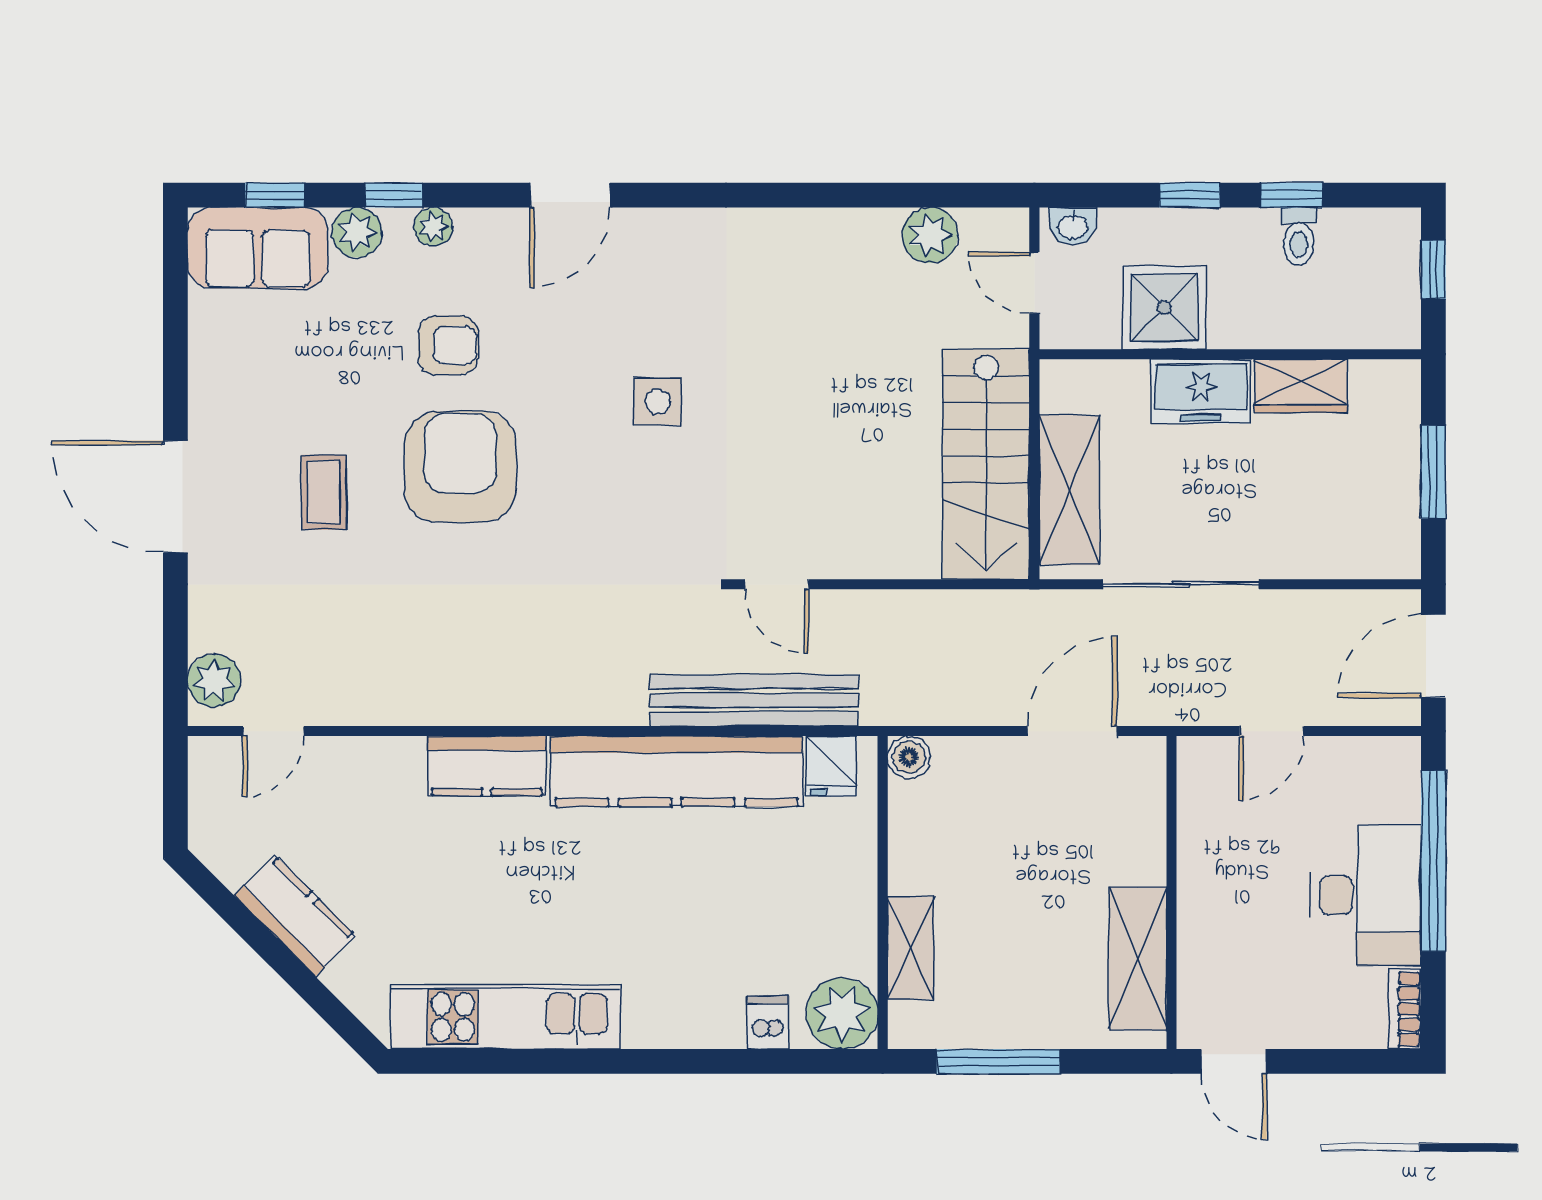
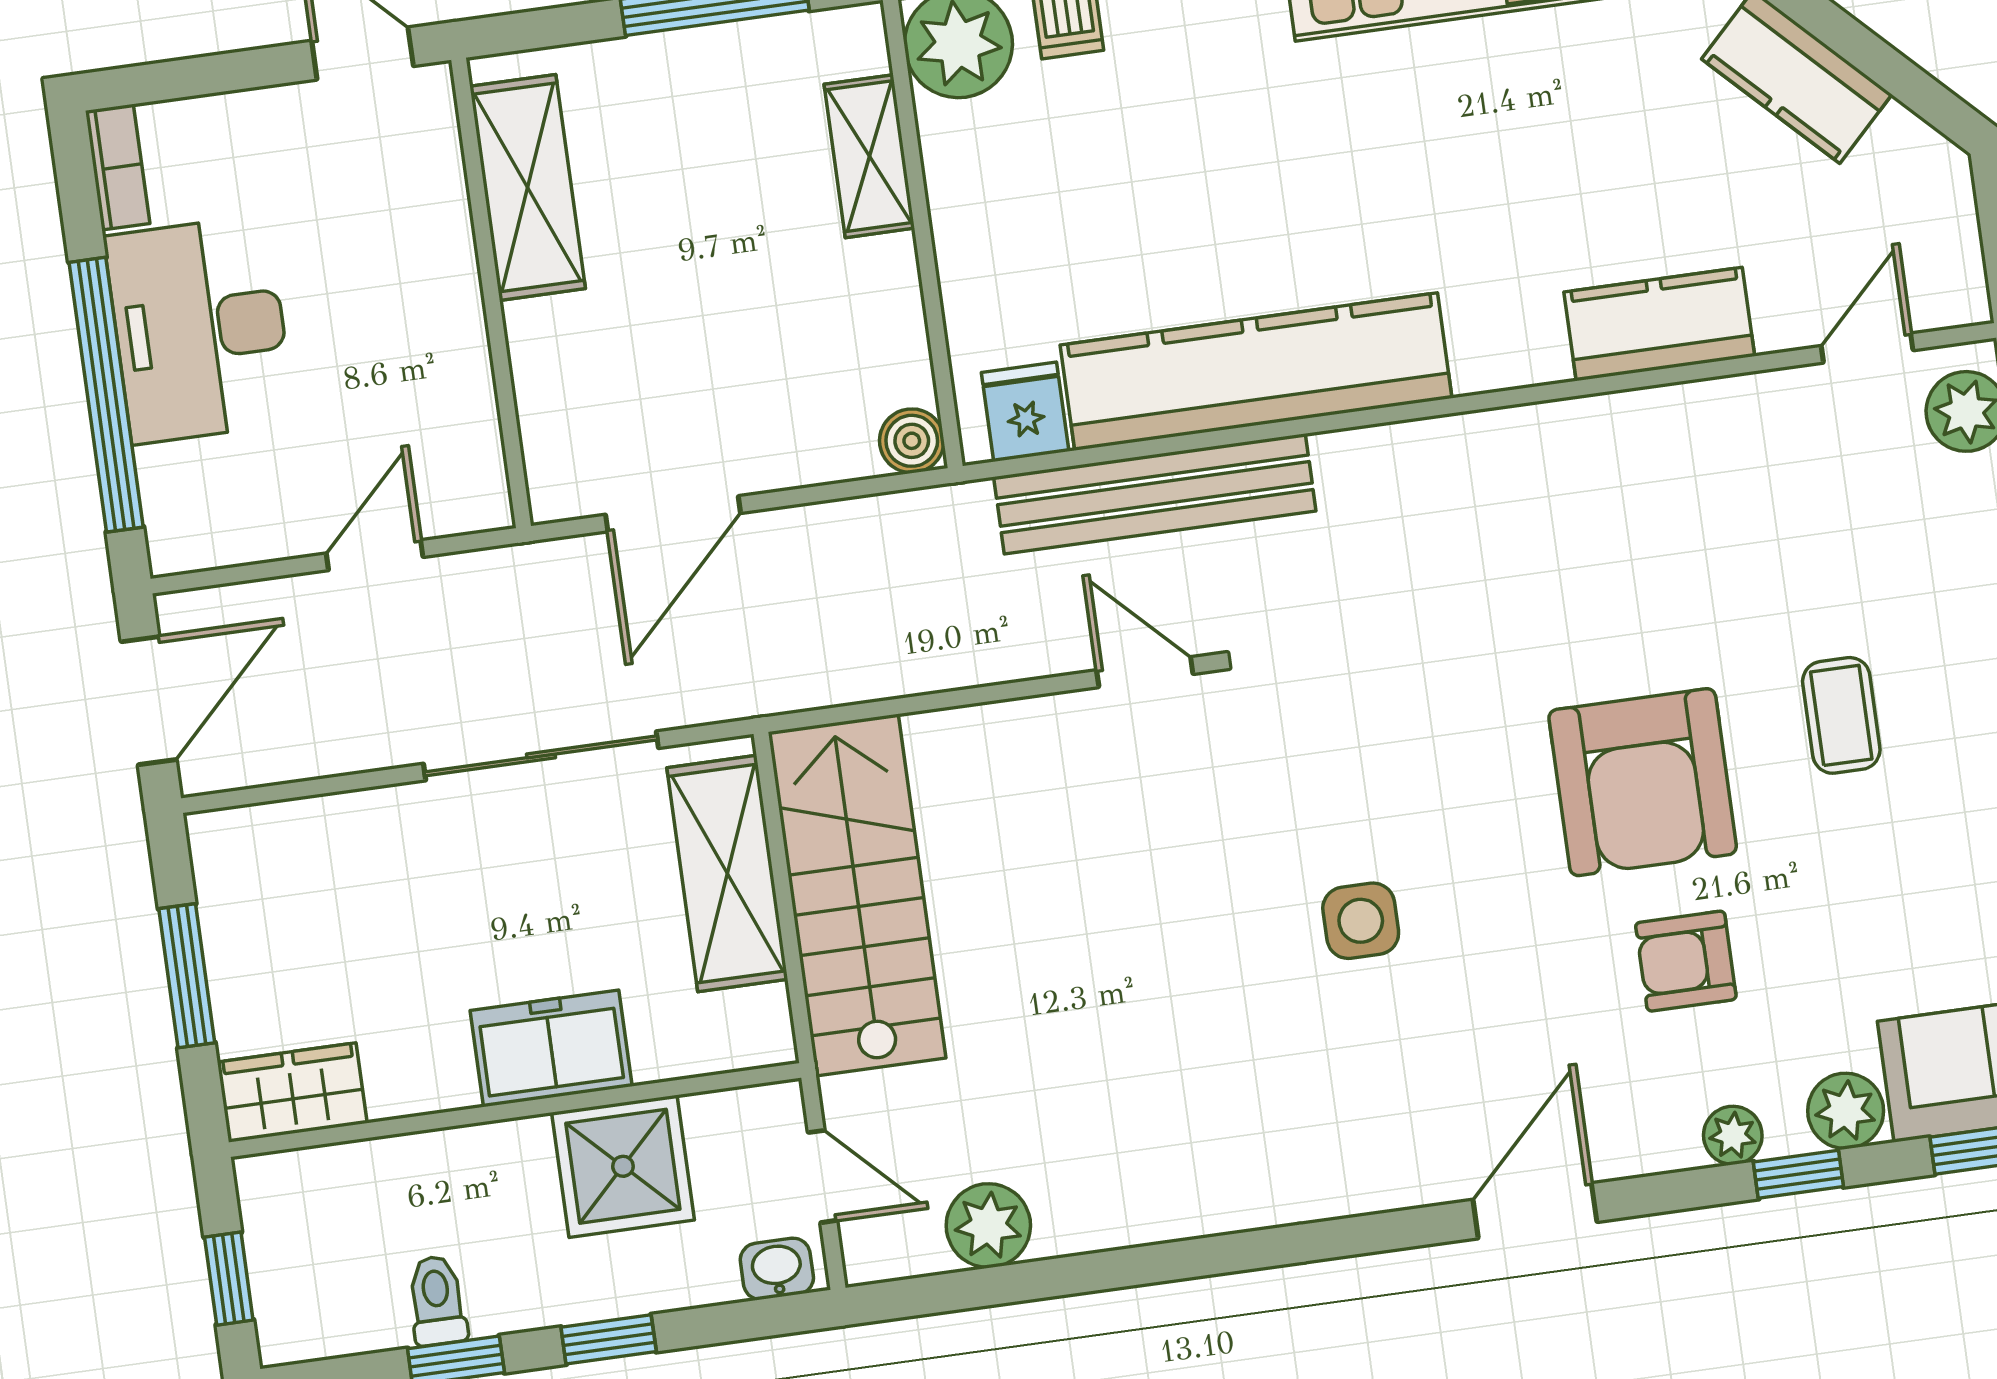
wardrobe: (1301, 386) -> (292, 1092), moved
kitchen counter: (487, 766) -> (1659, 324), moved

